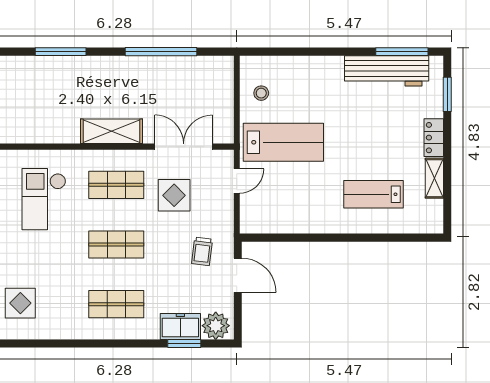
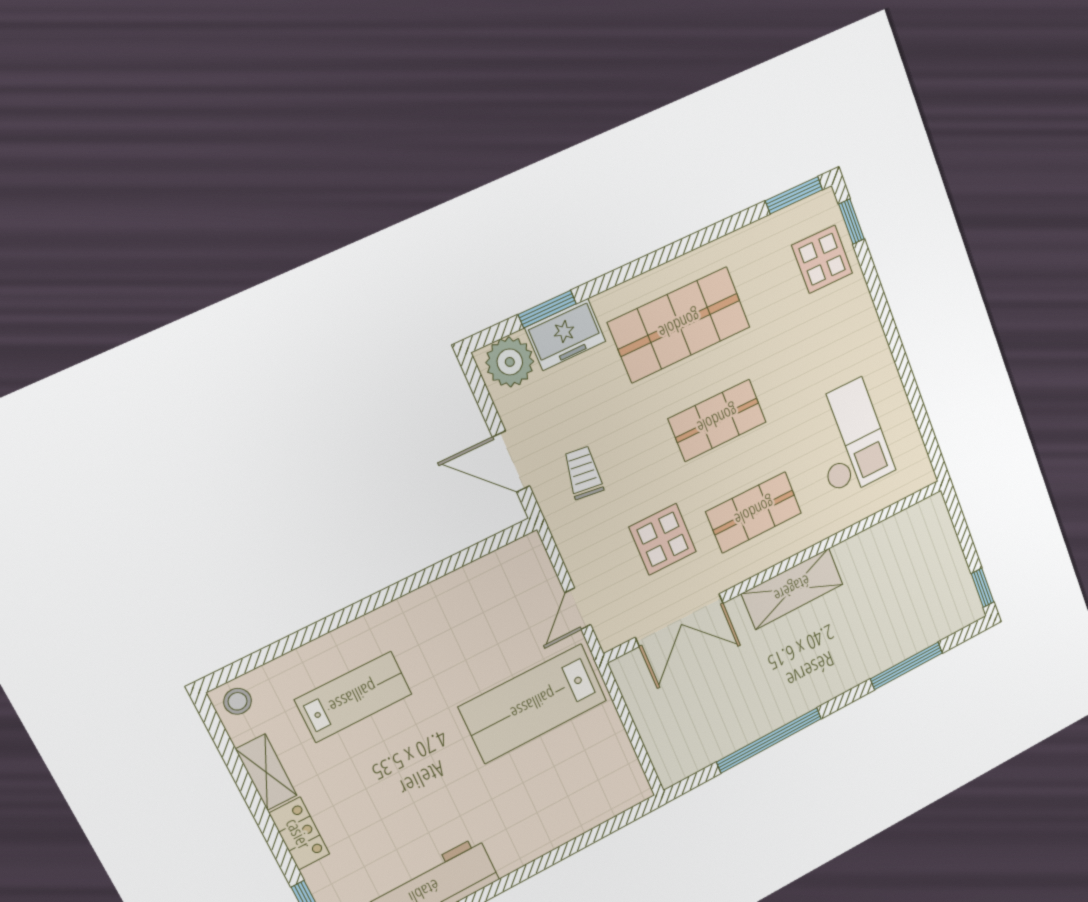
stool: (261, 93) -> (238, 701), moved
shop shelf: (116, 304) -> (679, 325), width x1.43, depth x1.36
window: (23, 343) -> (794, 195), added

